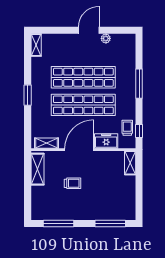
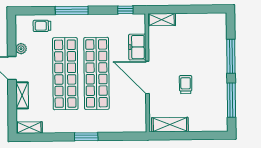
trolley: (127, 128) -> (42, 26), moved
shelving: (47, 143) -> (22, 95), moved
window: (110, 224) -> (231, 56), moved

